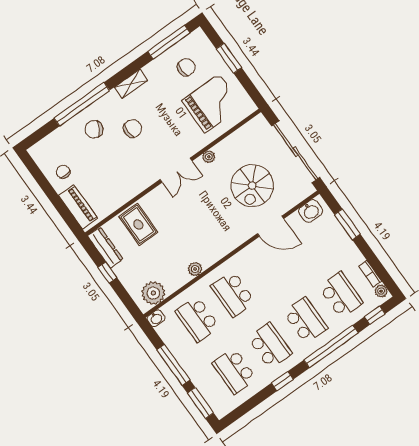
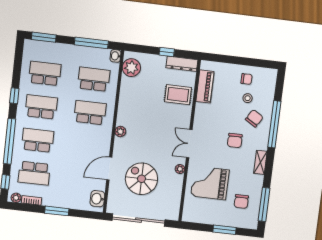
grand piano: (212, 103) -> (210, 183), moved, turned 90
stool: (81, 154) -> (248, 98), added
piano: (78, 207) -> (205, 86), moved, turned -90
window: (347, 224) -> (57, 211), moved
plant: (195, 269) -> (120, 131), moved
school desk: (305, 320) -> (38, 140), turned 180
school desk: (270, 346) -> (41, 107), turned 180
window: (173, 365) -> (91, 43), moved

